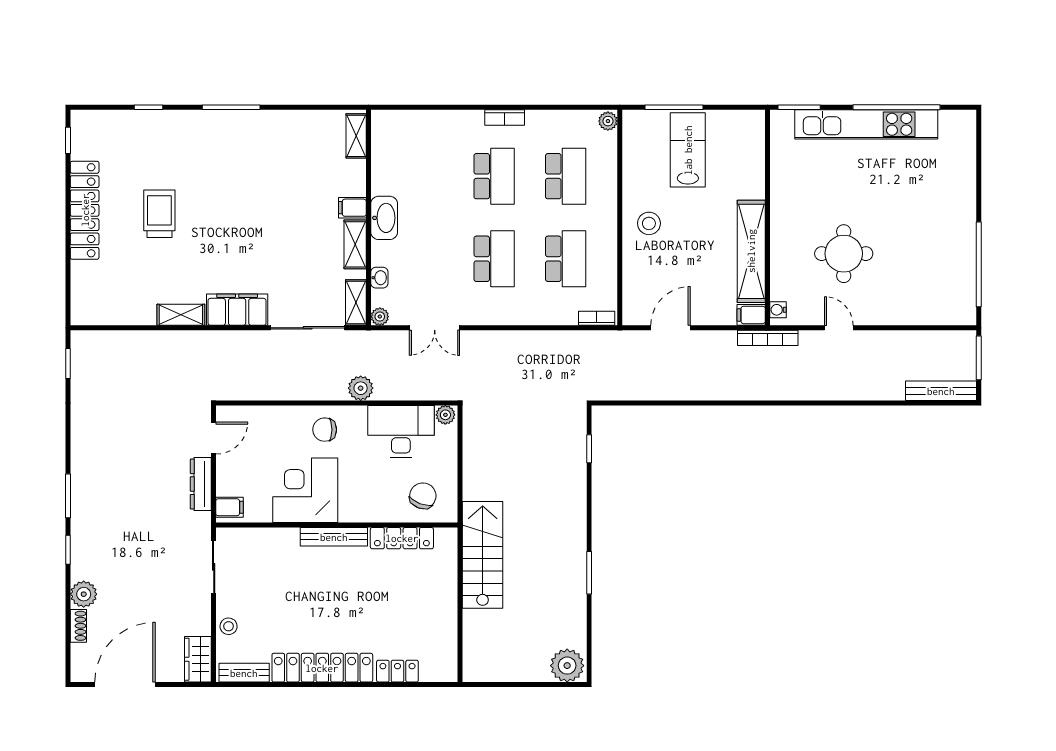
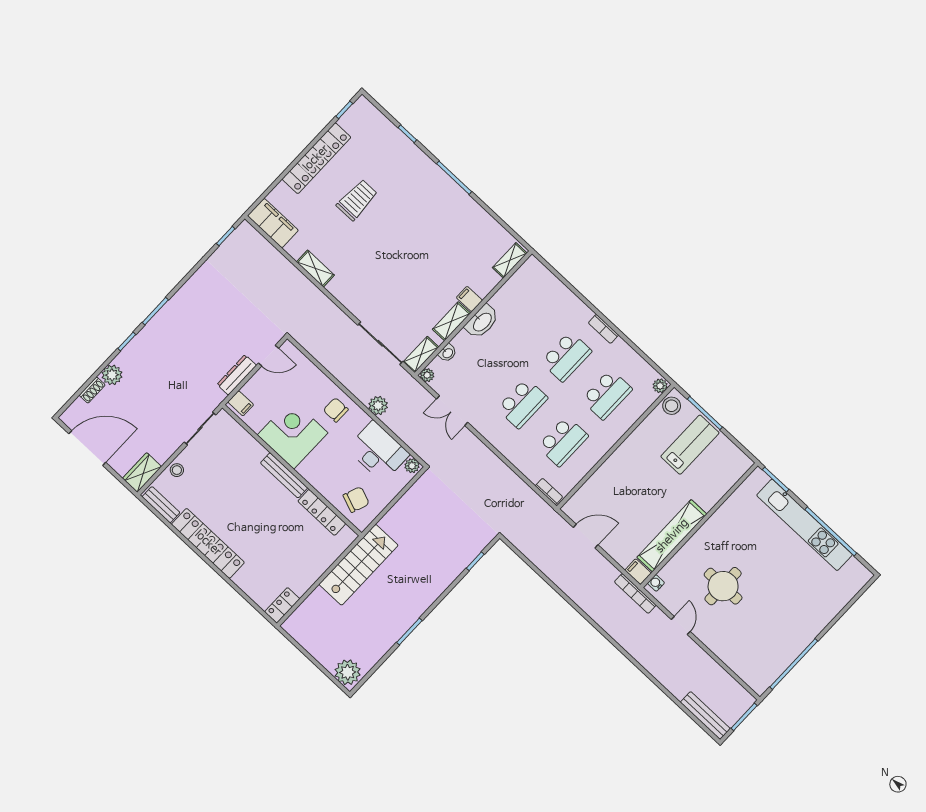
stool: (649, 223) -> (672, 406), moved
filing cabinet: (237, 310) -> (273, 223), moved
locker: (397, 671) -> (282, 605), moved, turned -90

